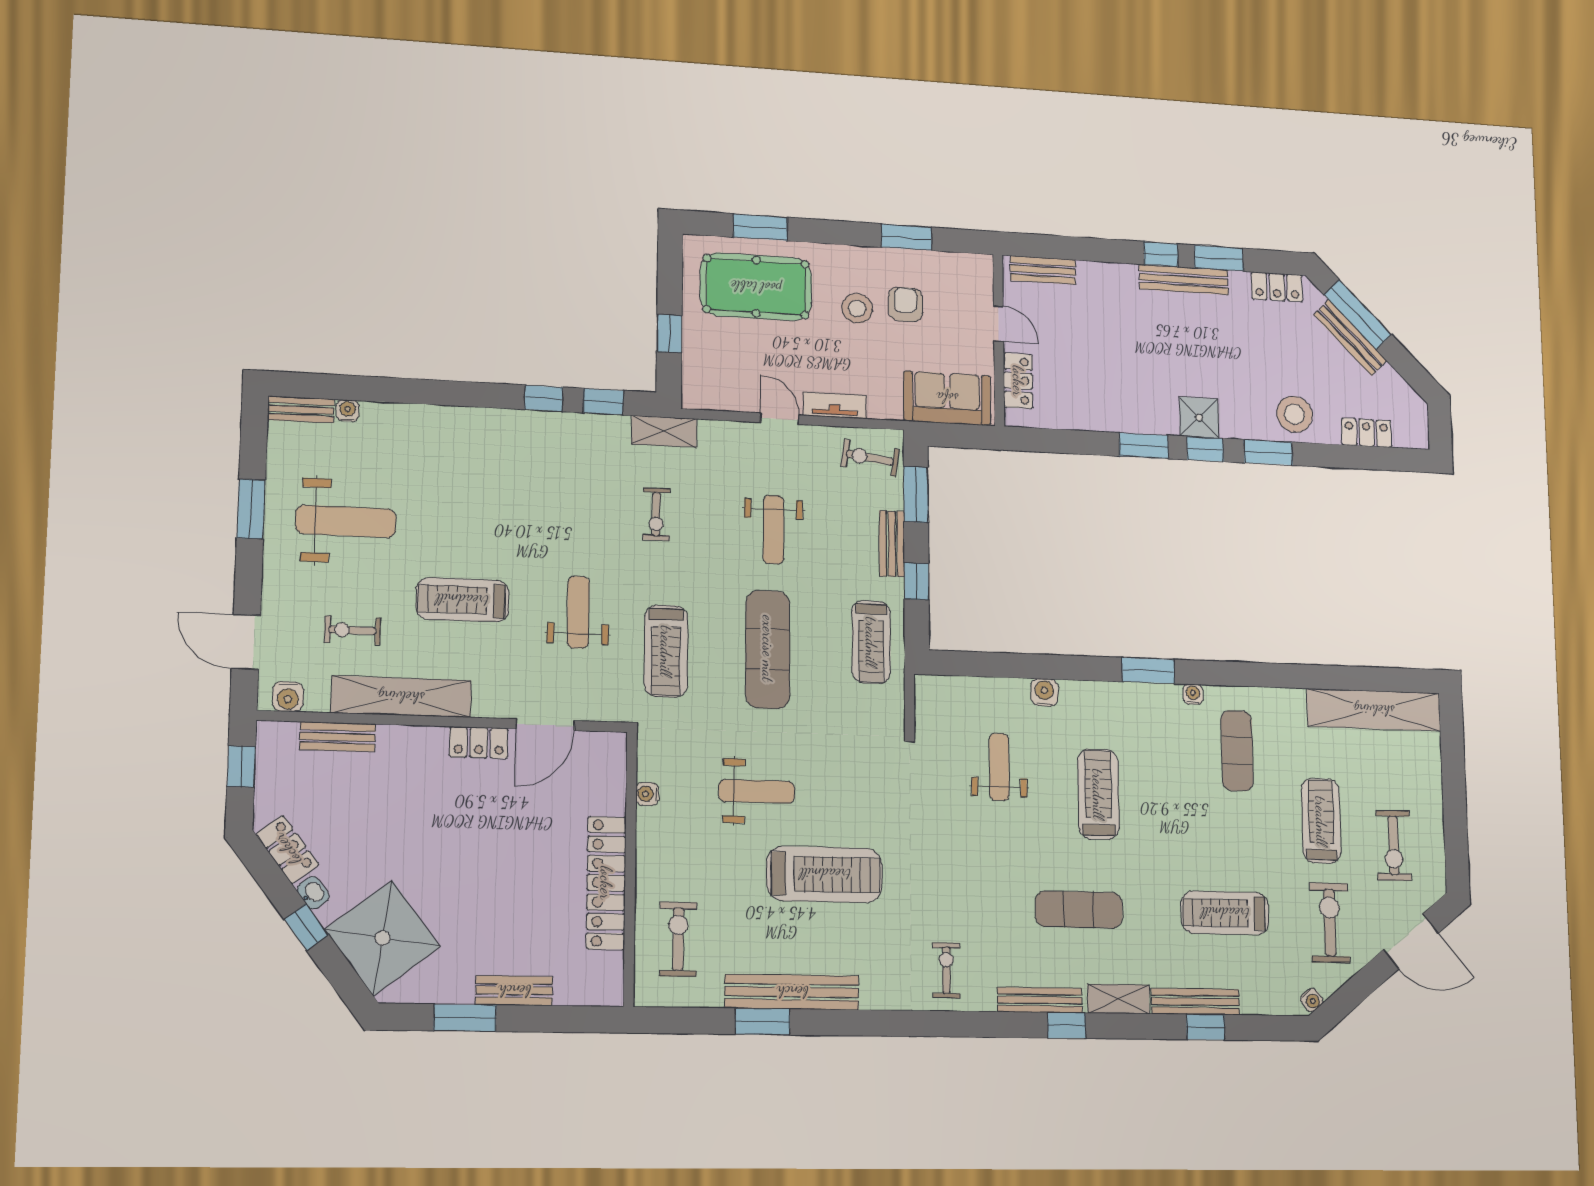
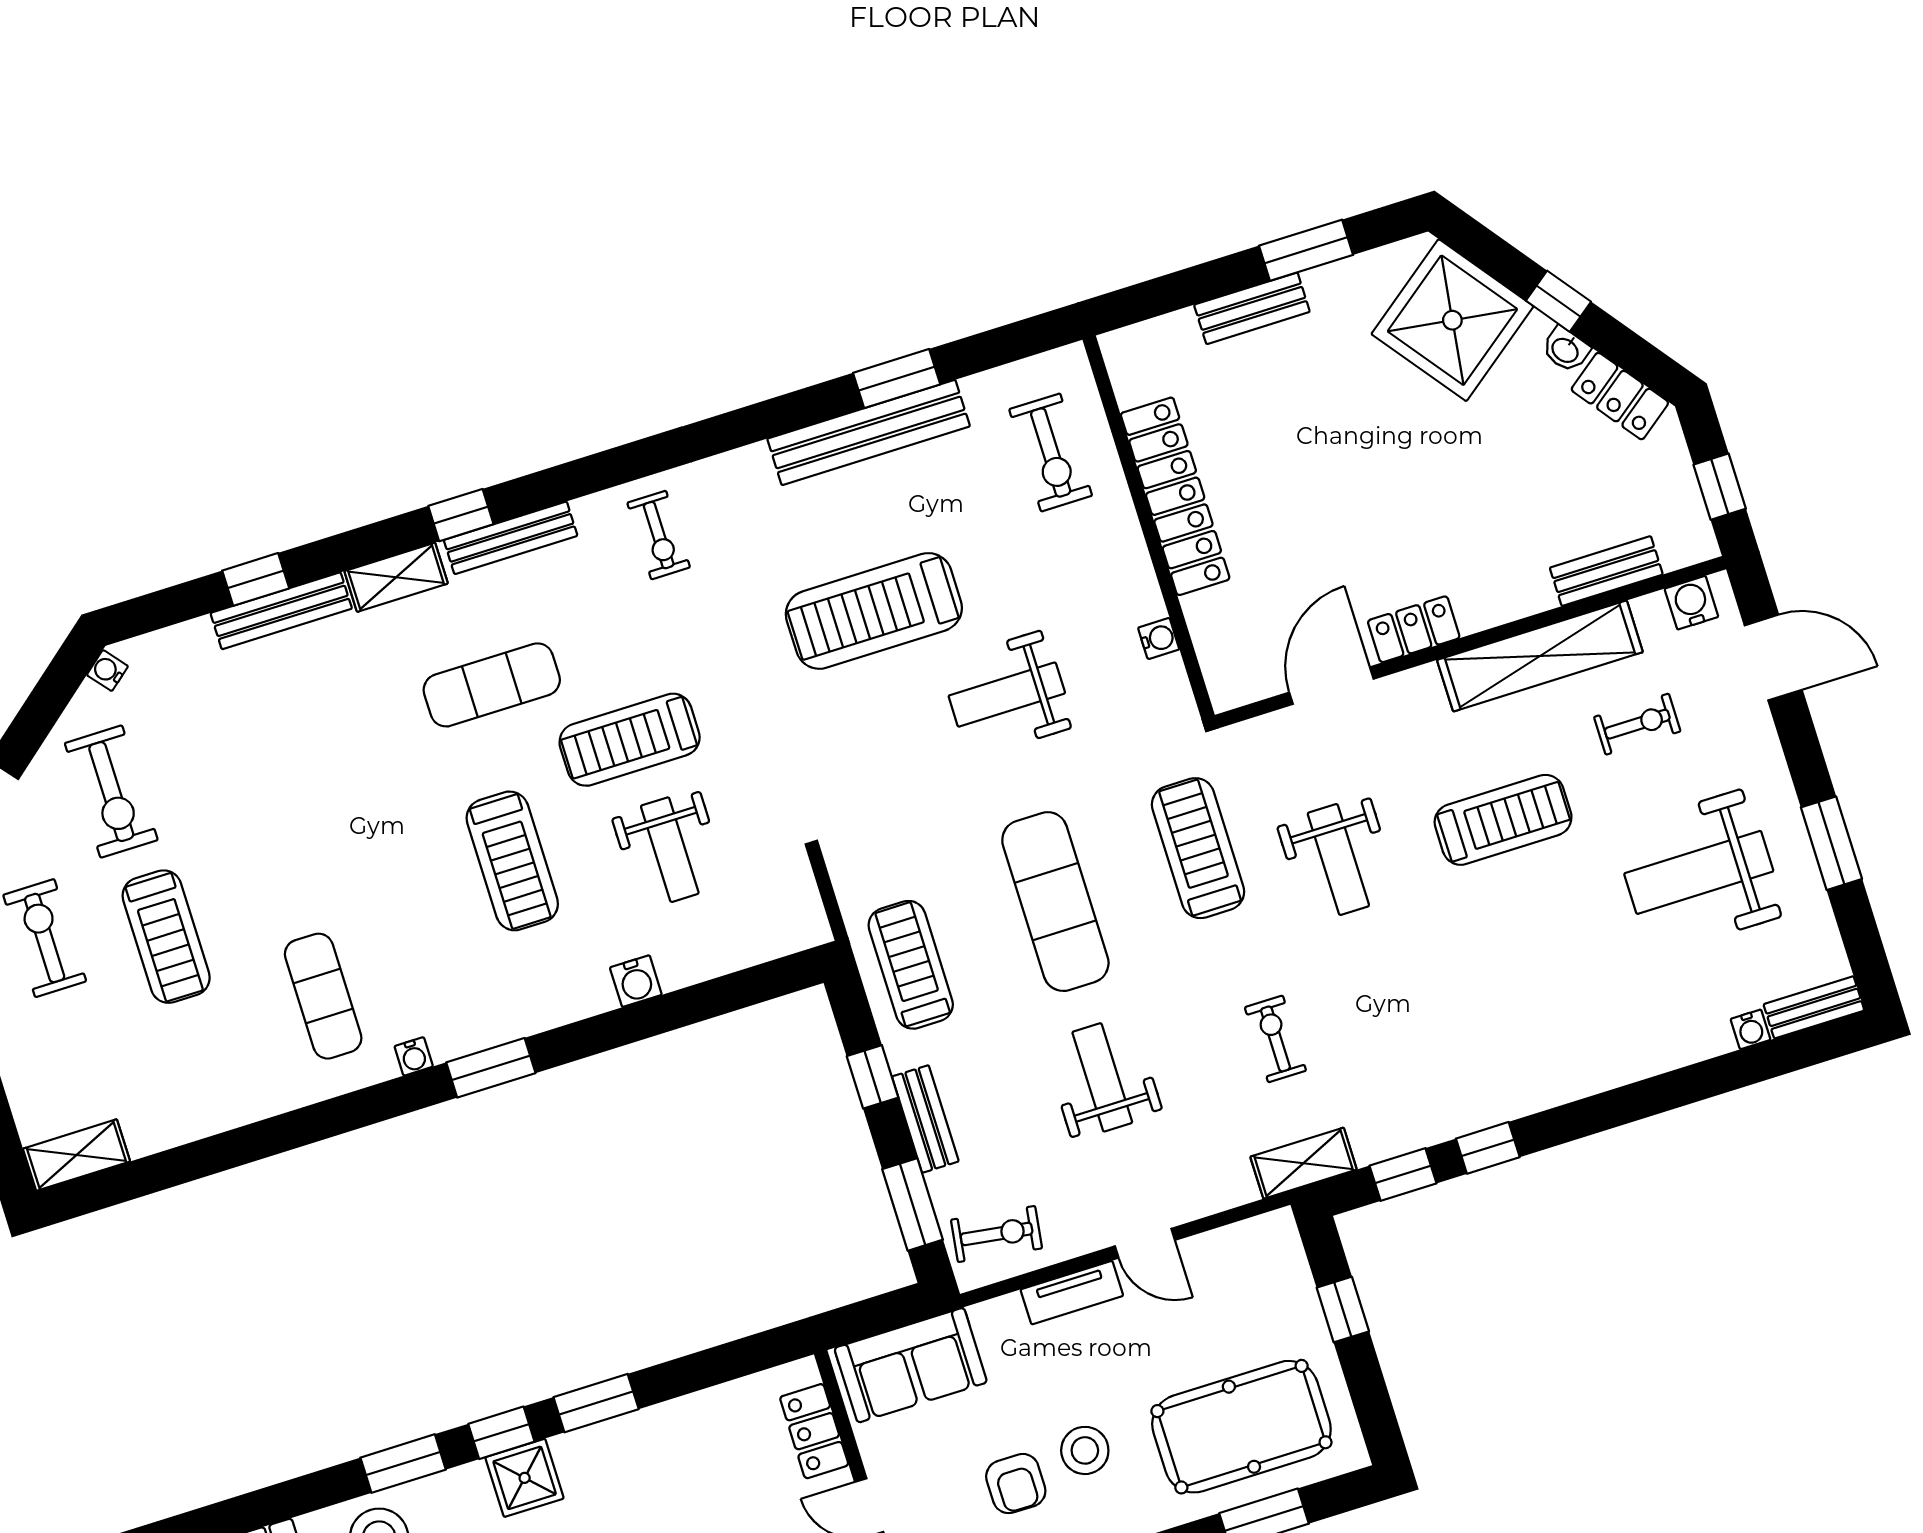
shelving: (1374, 710) -> (76, 1155), width x0.45, depth x0.75
treadmill: (1225, 913) -> (630, 740), moved, turned 180

